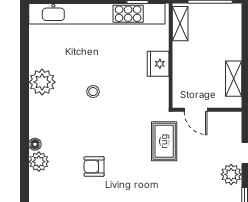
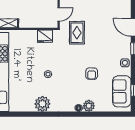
fridge: (158, 64) -> (45, 36), moved
rug: (164, 141) -> (77, 33), turned 90

